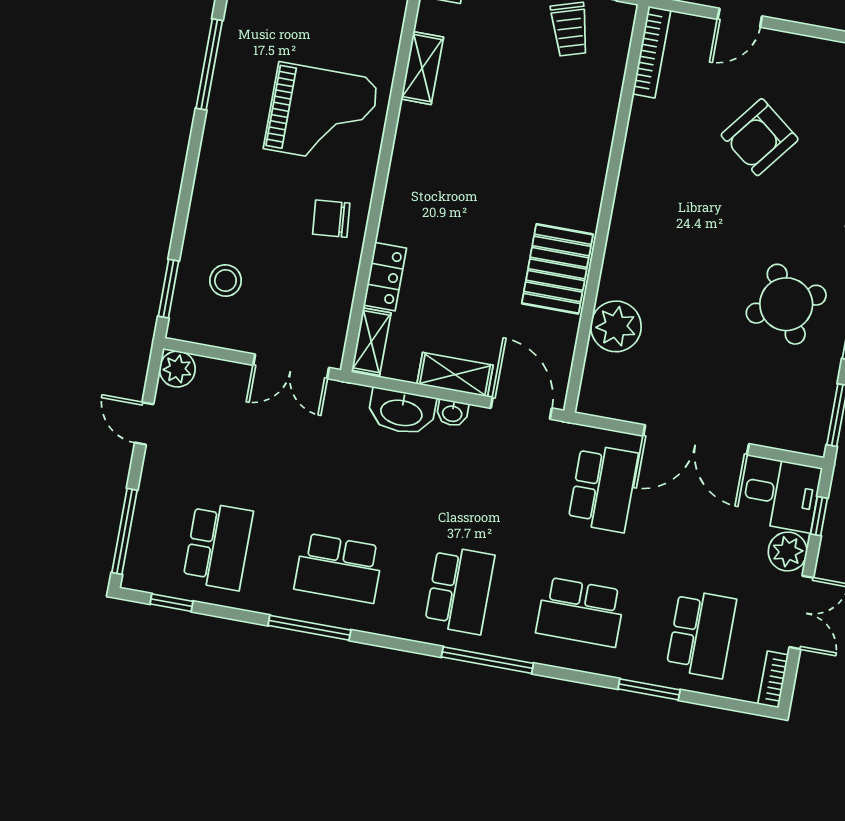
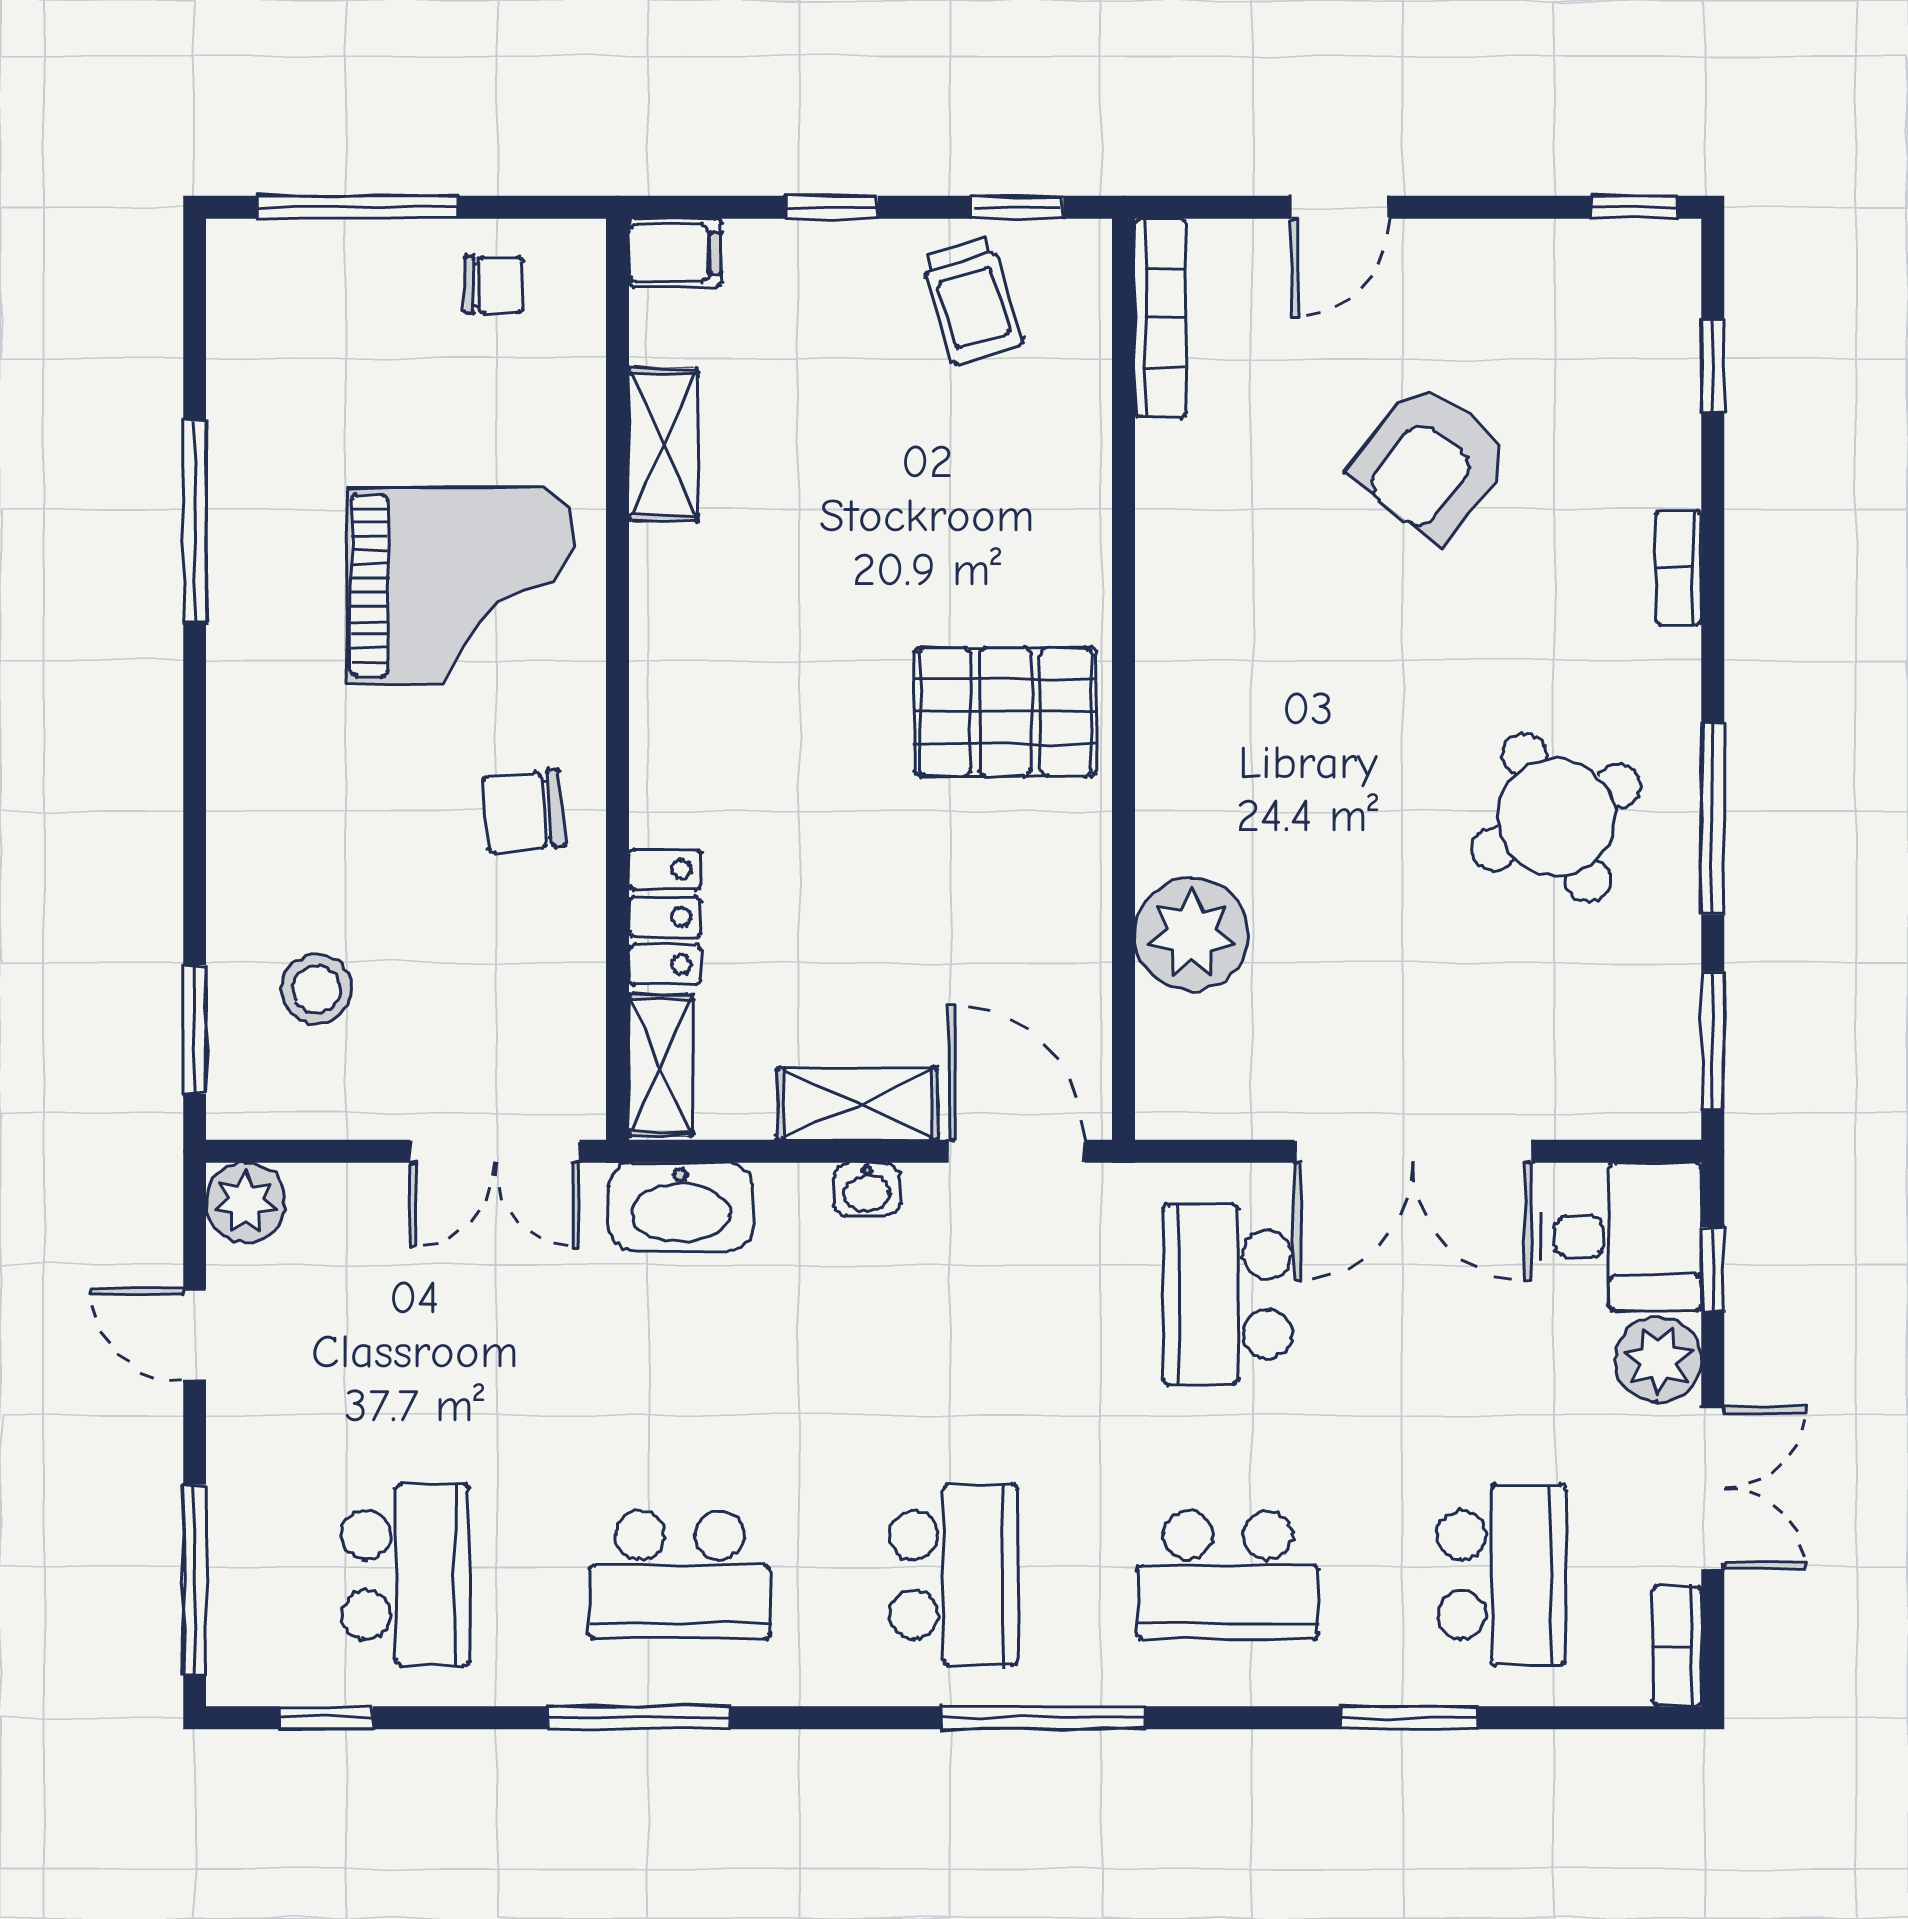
pallet: (557, 269) -> (1005, 712), moved, turned 90
washbasin: (402, 412) -> (681, 1207), moved
school desk: (603, 488) -> (1228, 1294), turned 180

